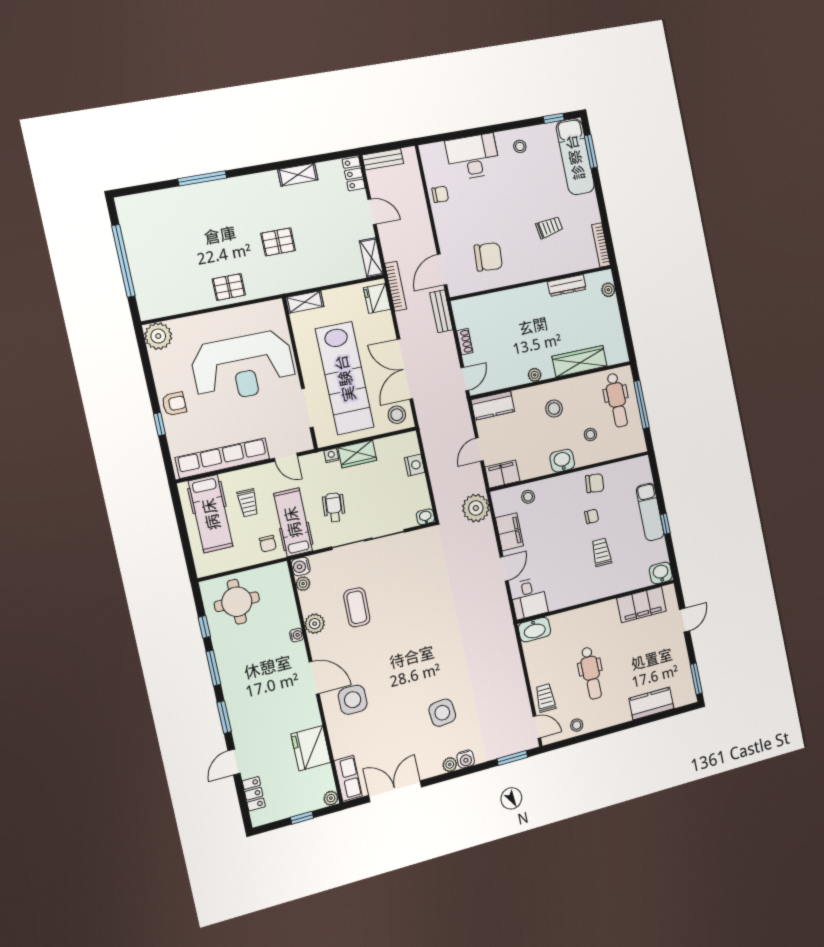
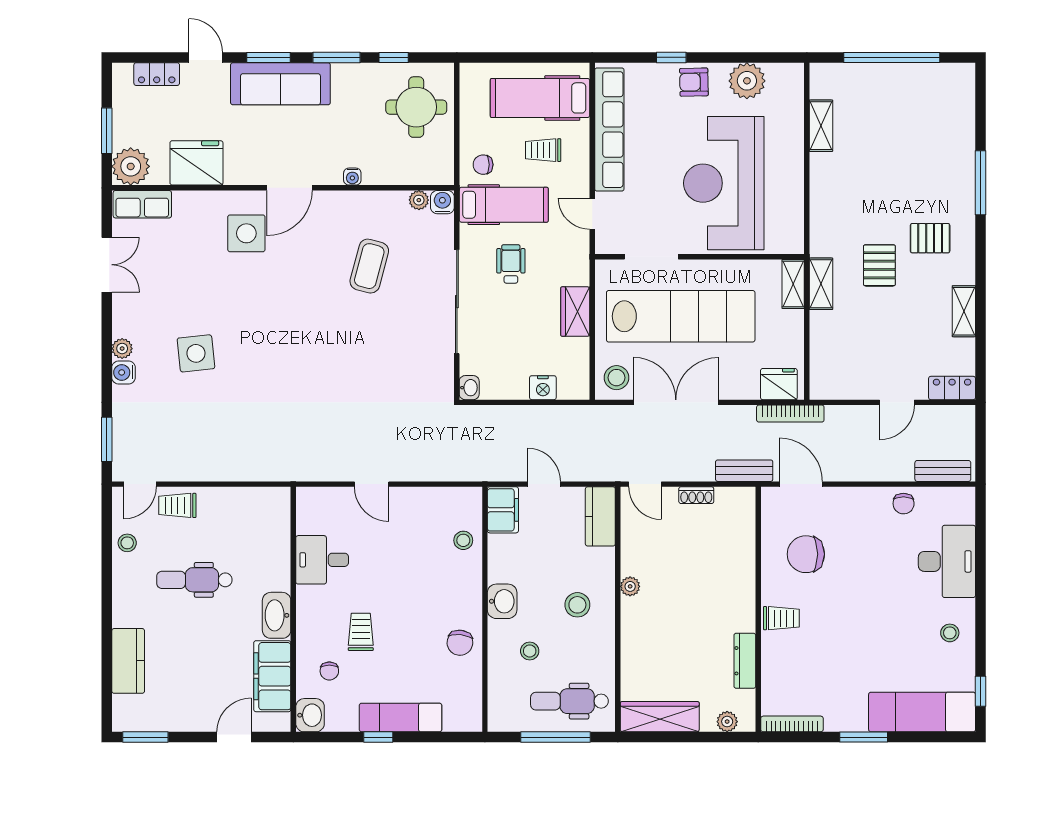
window: (591, 151) -> (864, 737), moved
bench: (383, 159) -> (943, 471), moved, turned 90
trolley: (549, 227) -> (781, 618), moved, turned -80
chair: (488, 257) -> (806, 554), turned 86
shelving: (371, 258) -> (821, 284), moved, turned 90
pallet: (229, 287) -> (930, 238), moved, turned 90
shelving: (186, 304) -> (821, 126), added
plant: (158, 336) -> (747, 81), moved
wardrobe: (579, 361) -> (660, 717), moved, turned -90
lab bench: (345, 378) -> (681, 316), turned 180
armchair: (174, 404) -> (694, 82), turned 89
nightstand: (331, 455) -> (581, 276), removed
door: (286, 457) -> (592, 214), hinge flipped
wheelchair: (334, 507) -> (511, 264), turned -95
plant: (476, 508) -> (465, 462), removed
chair: (592, 516) -> (329, 671), moved
filing cabinet: (509, 532) -> (421, 503), removed
trolley: (601, 552) -> (361, 632), turned -90
desk: (529, 598) -> (322, 560), moved
coffee table: (357, 607) -> (369, 266), turned -76
door: (684, 620) -> (234, 737), swing flipped
plant: (315, 624) -> (362, 204), removed
washbasin: (534, 630) -> (277, 615), moved
trolley: (546, 698) -> (177, 505), turned 180
sofa: (241, 703) -> (280, 84), added
double door: (395, 791) -> (107, 265), width x0.73
plant: (331, 798) -> (131, 166), width x1.87, depth x1.87
window: (302, 818) -> (107, 131), width x1.50

